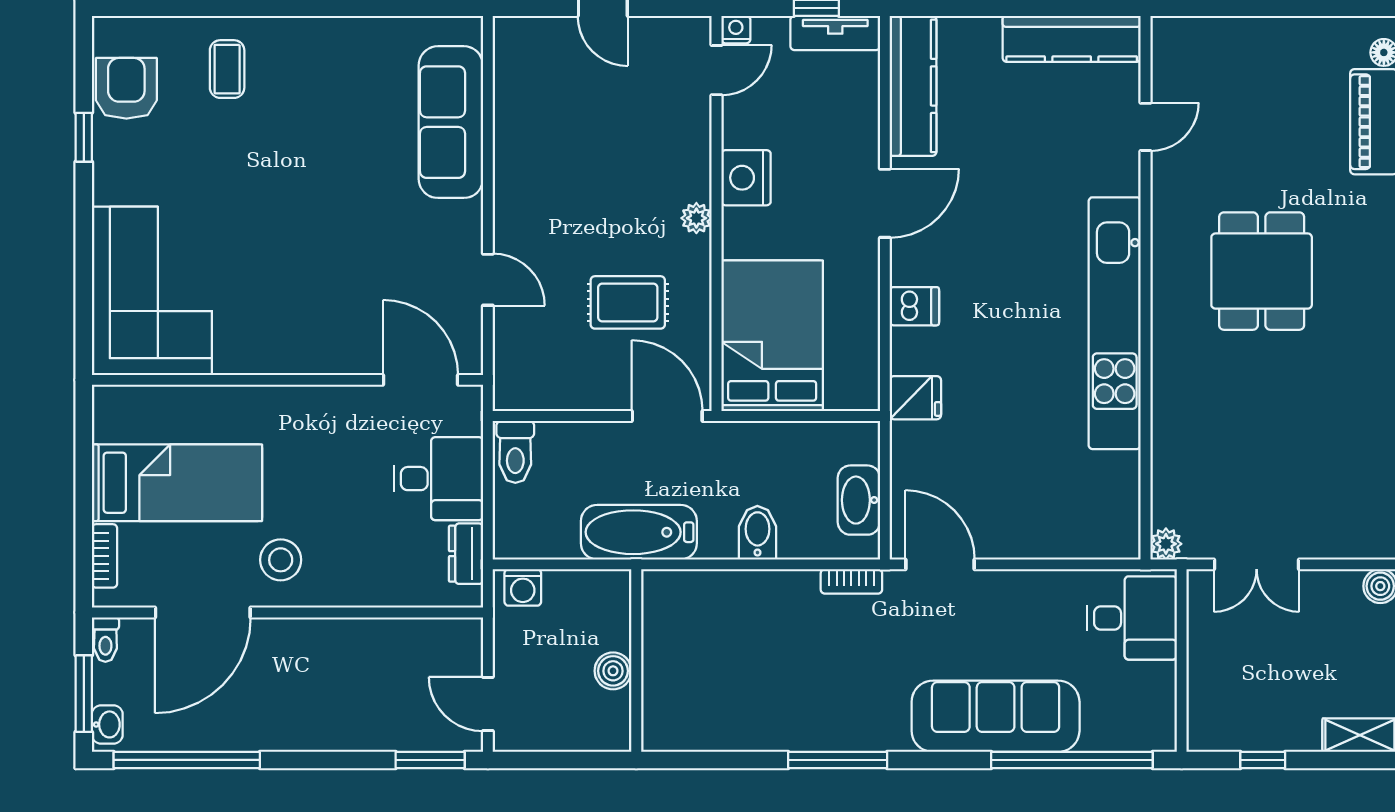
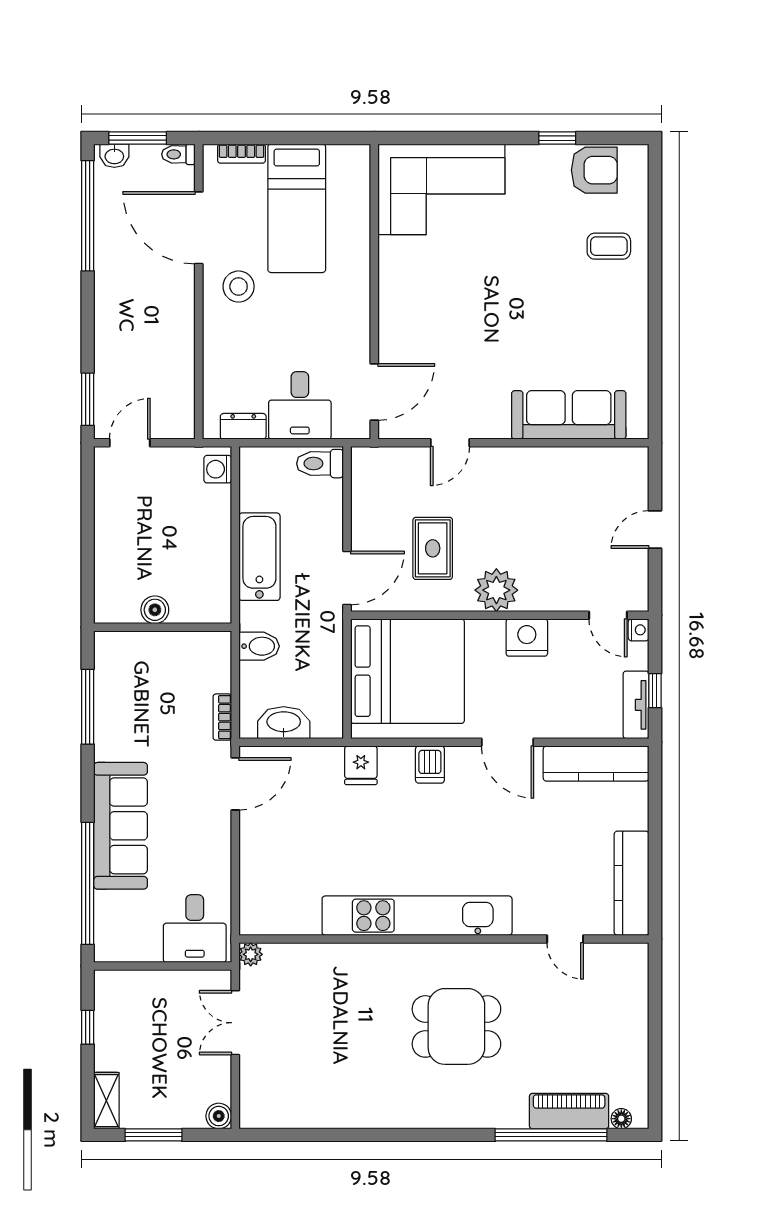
plant: (696, 218) -> (496, 590), width x1.88, depth x1.88
bed: (772, 336) -> (408, 671), width x1.36
wall: (636, 661) -> (163, 627), moved
boiler: (613, 671) -> (155, 610), moved

